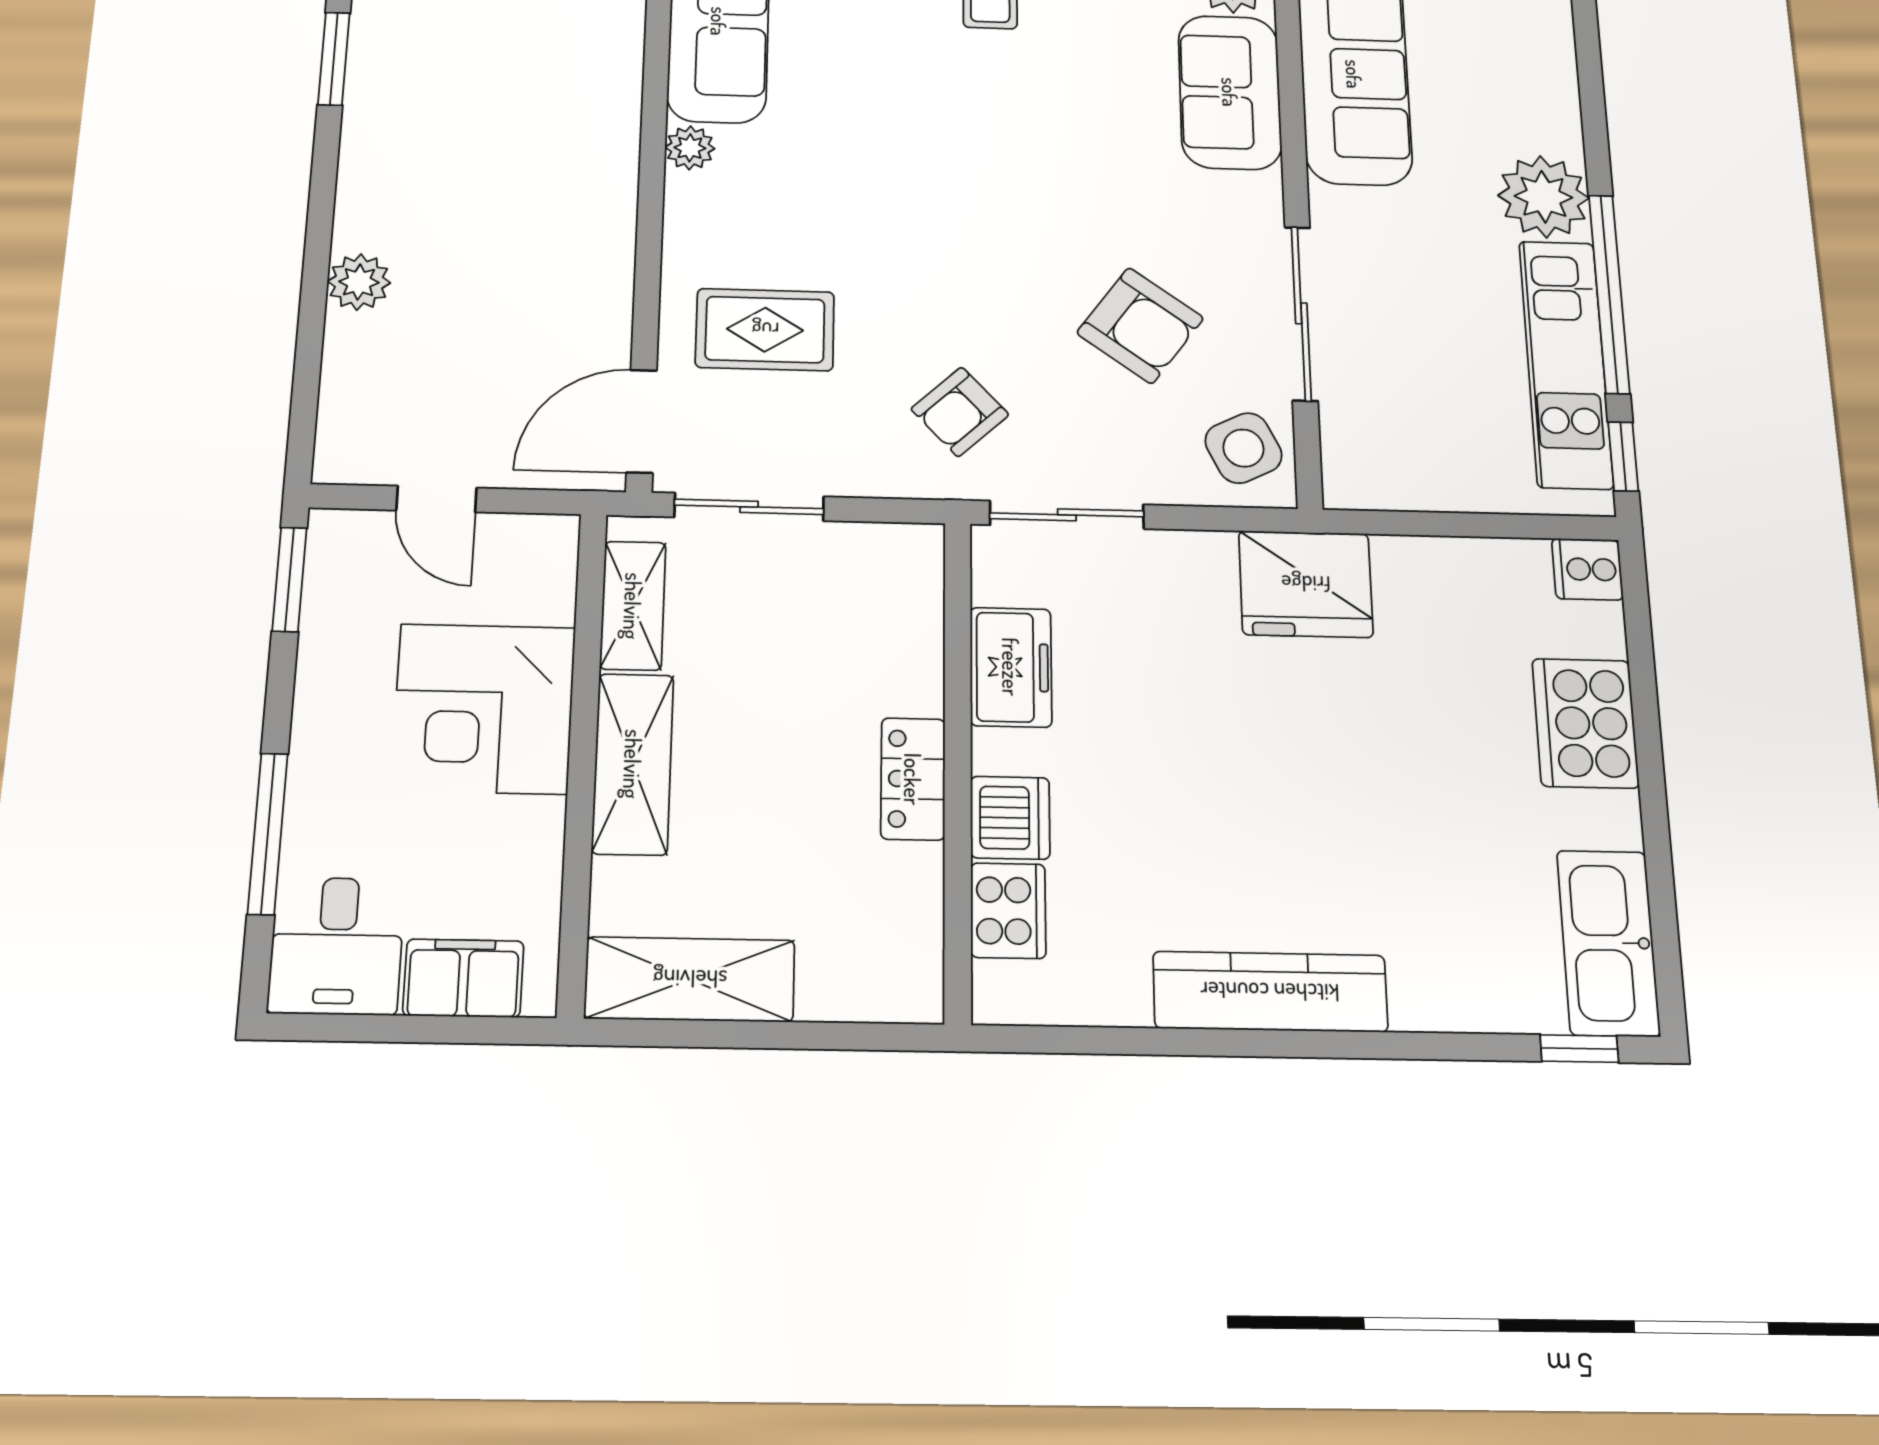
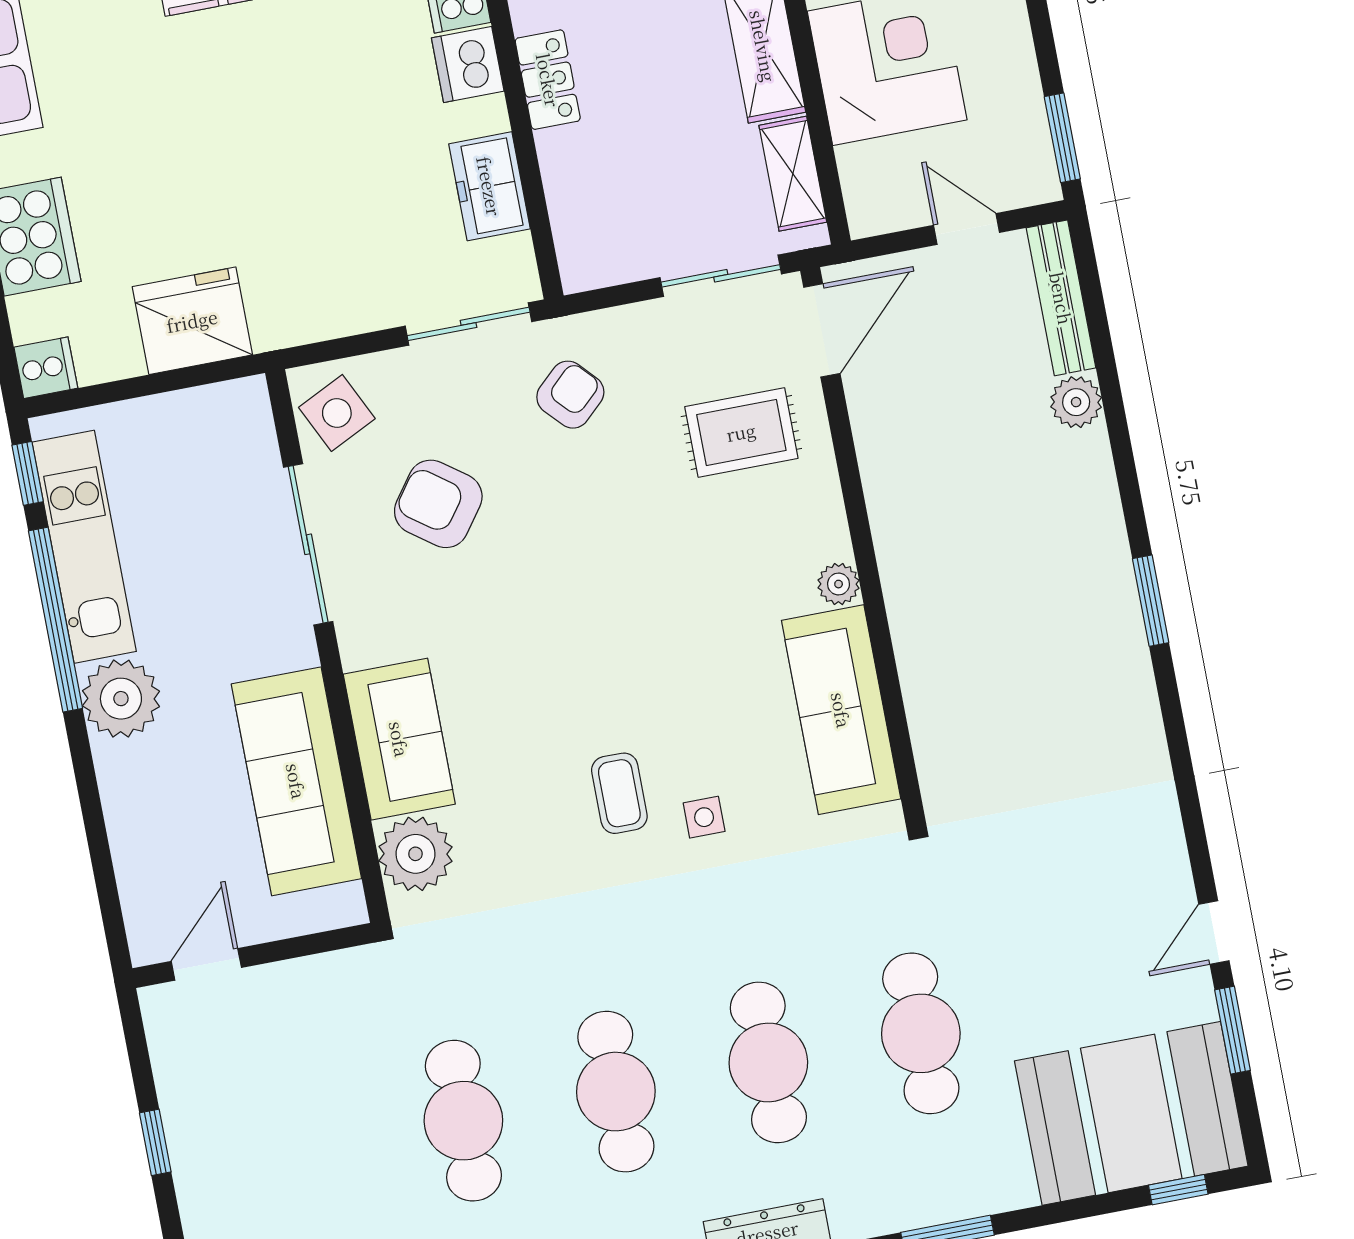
bench: (344, 399) -> (1061, 298), added
fridge: (1306, 584) -> (192, 321), moved

